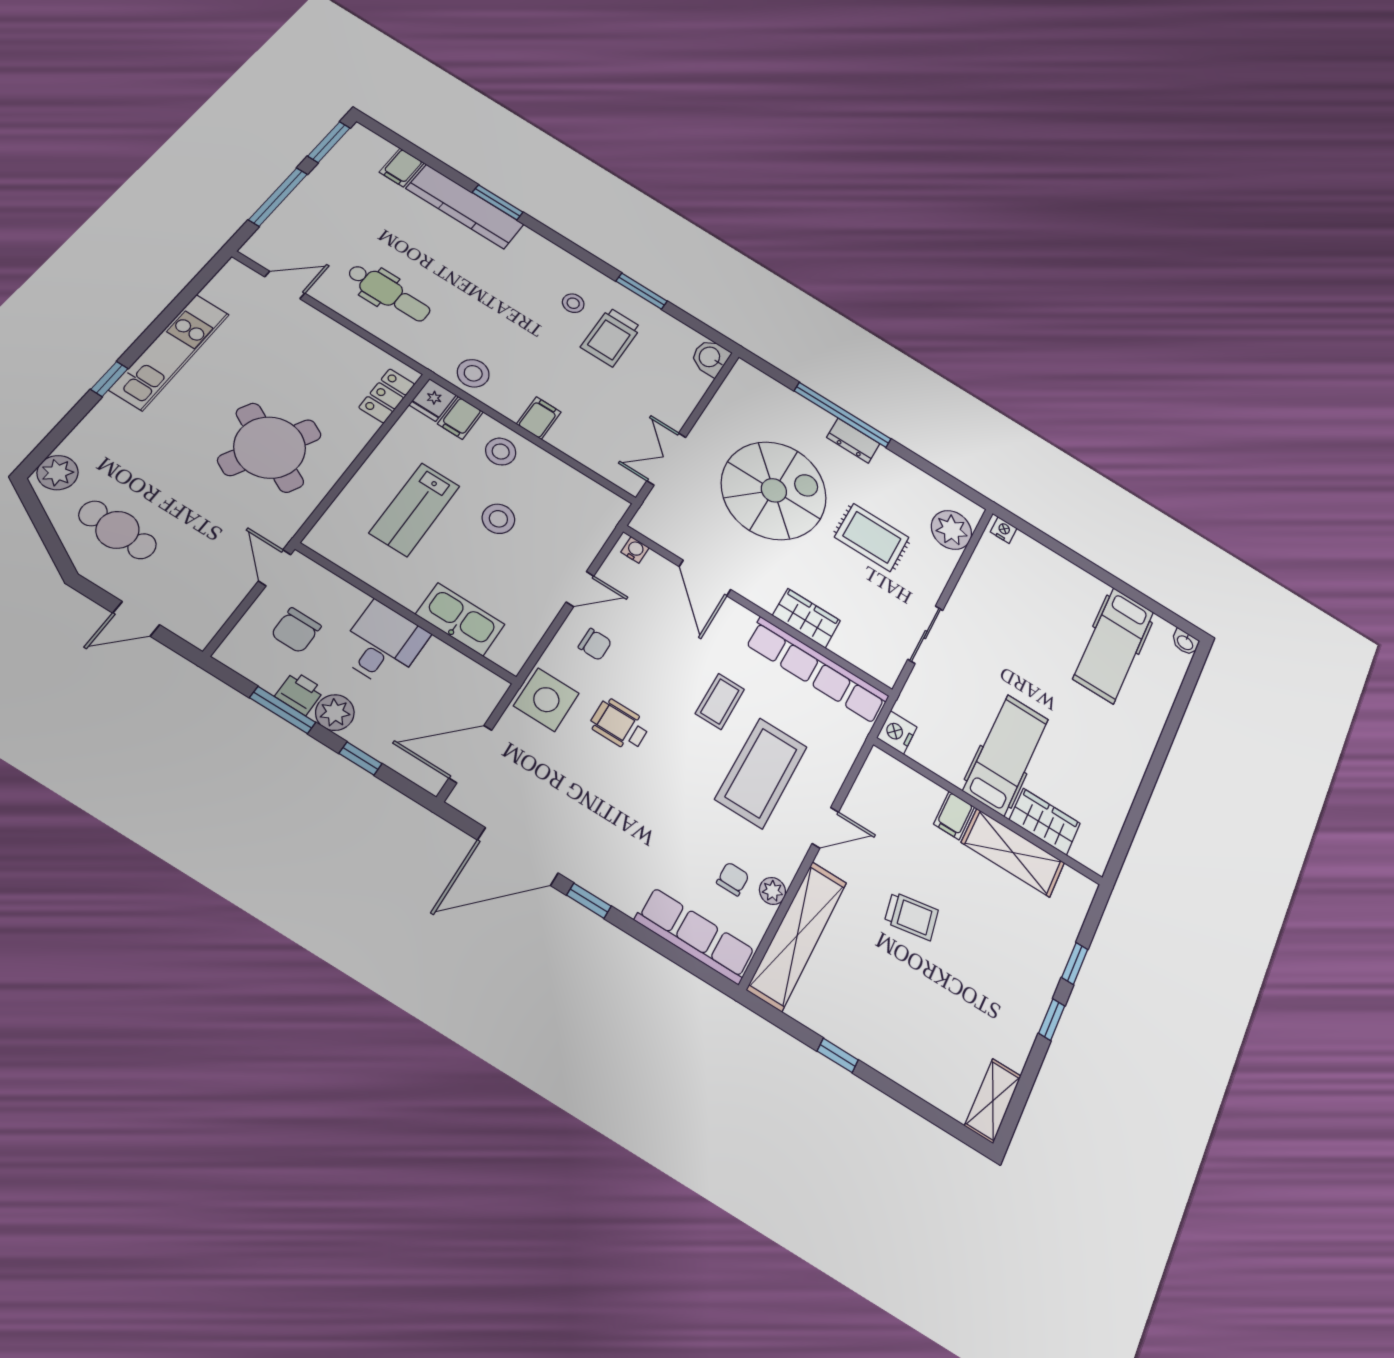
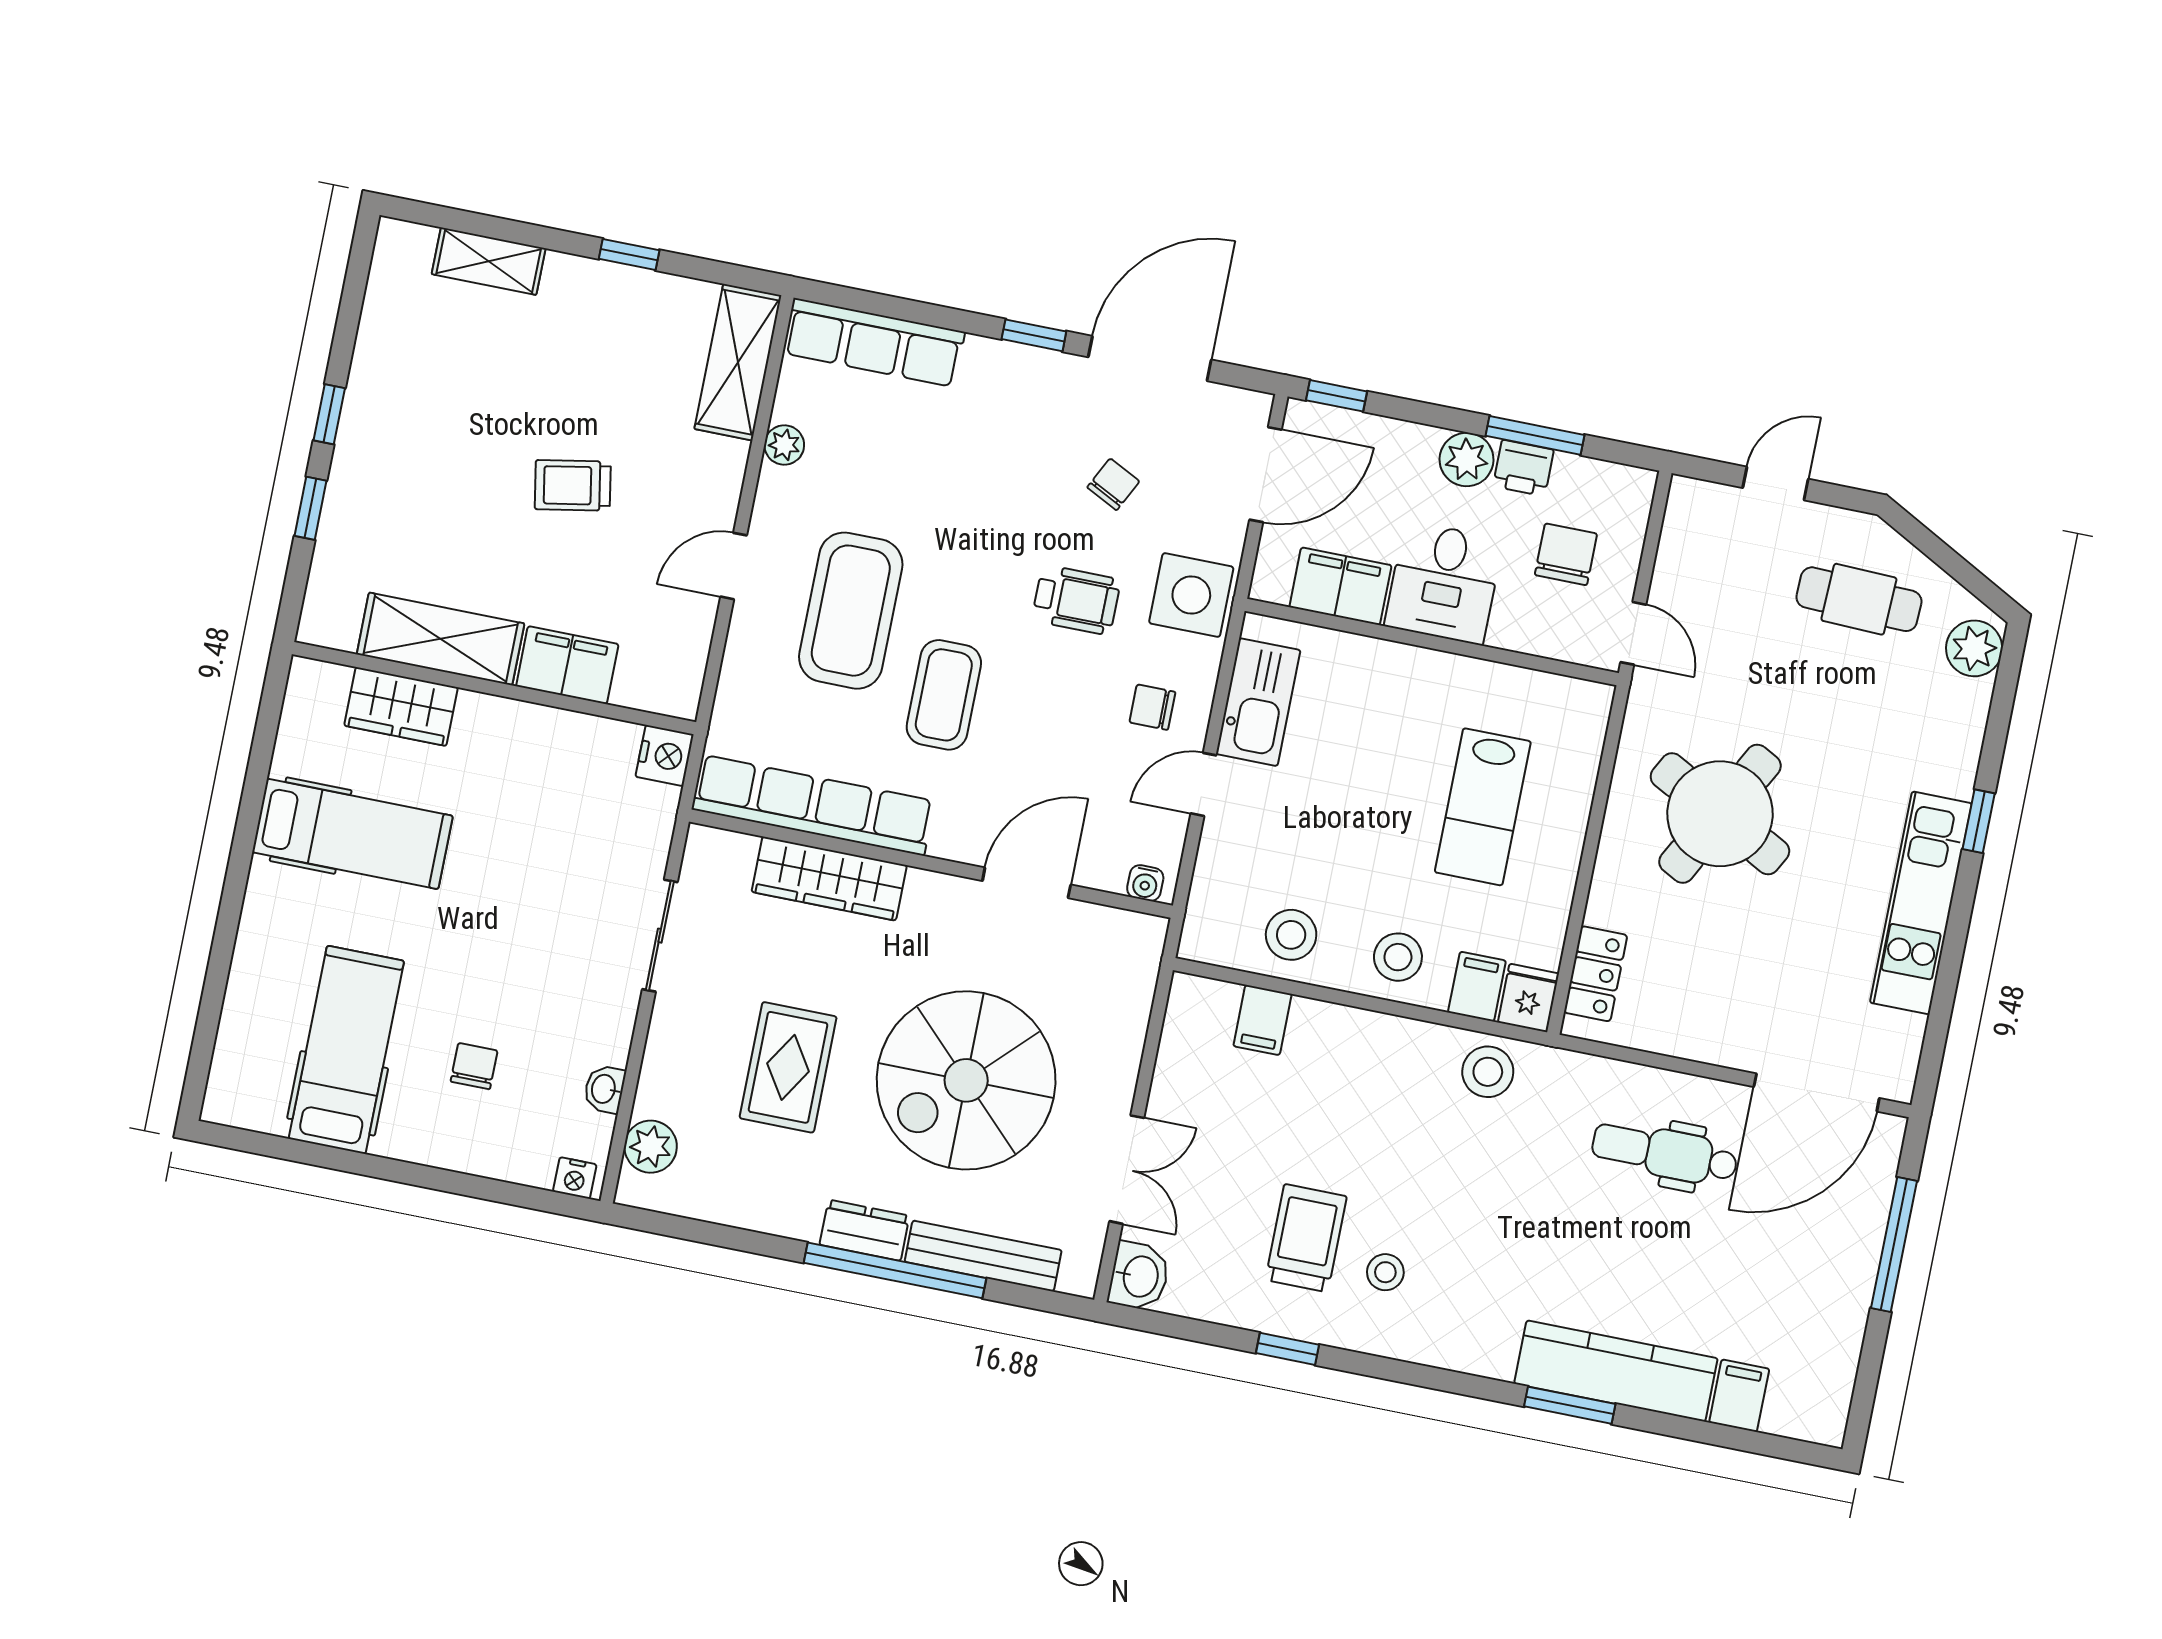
window: (329, 142) -> (1866, 1386), removed
door: (285, 285) -> (1817, 1092), width x1.87
window: (642, 291) -> (1288, 1349), width x0.67
bench: (792, 402) -> (983, 1256), added
filing cabinet: (539, 418) -> (1262, 1020), moved
double door: (666, 459) -> (1127, 1170), moved
lab bench: (415, 509) -> (1483, 807), turned 180
stool: (498, 519) -> (1291, 935), moved
plant: (951, 530) -> (651, 1147), width x0.73, depth x0.73
rug: (872, 537) -> (788, 1067), turned 90
door: (705, 578) -> (1027, 883), hinge flipped
chair: (1045, 608) -> (474, 1066), added
wardrobe: (806, 618) -> (829, 878), width x1.50
kitchen sink: (460, 619) -> (1258, 702), moved, turned -90
washbasin: (1185, 642) -> (604, 1089), moved, turned -90
filing cabinet: (450, 668) -> (1340, 586), added
coffee table: (720, 701) -> (944, 695), width x1.36, depth x1.30
hospital bed: (1006, 755) -> (352, 834), moved, turned -90
window: (360, 758) -> (1337, 396), moved
filing cabinet: (954, 815) -> (567, 665), width x2.00
chair: (733, 879) -> (1113, 484), moved, turned -153
shelving: (797, 935) -> (738, 362), width x0.68
shelving: (993, 1101) -> (489, 261), moved, turned 90

